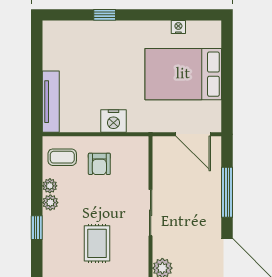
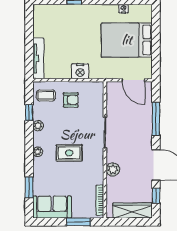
armchair: (99, 164) -> (71, 100), turned -90
plant: (50, 186) -> (38, 152), moved
window: (37, 228) -> (29, 113), moved
rug: (97, 243) -> (69, 153), turned 90

